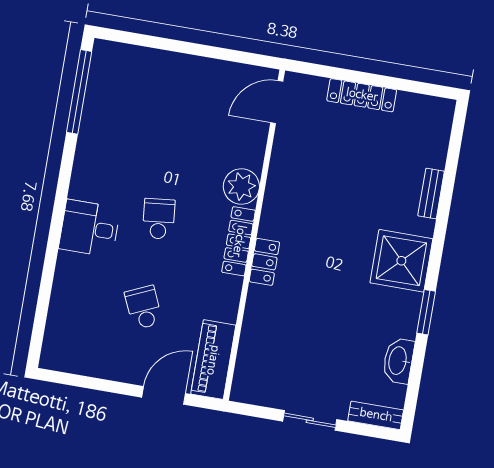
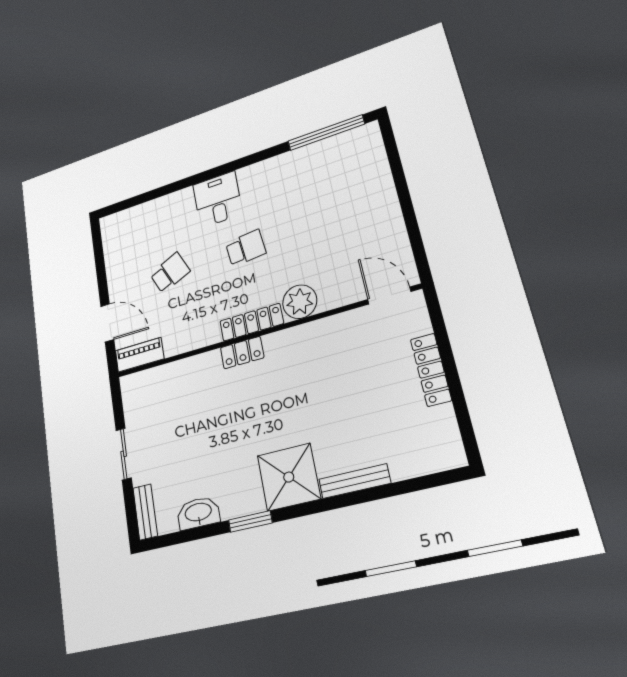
bench: (431, 194) -> (354, 481), width x1.36
piano: (213, 360) -> (139, 355), width x0.73, depth x0.75

